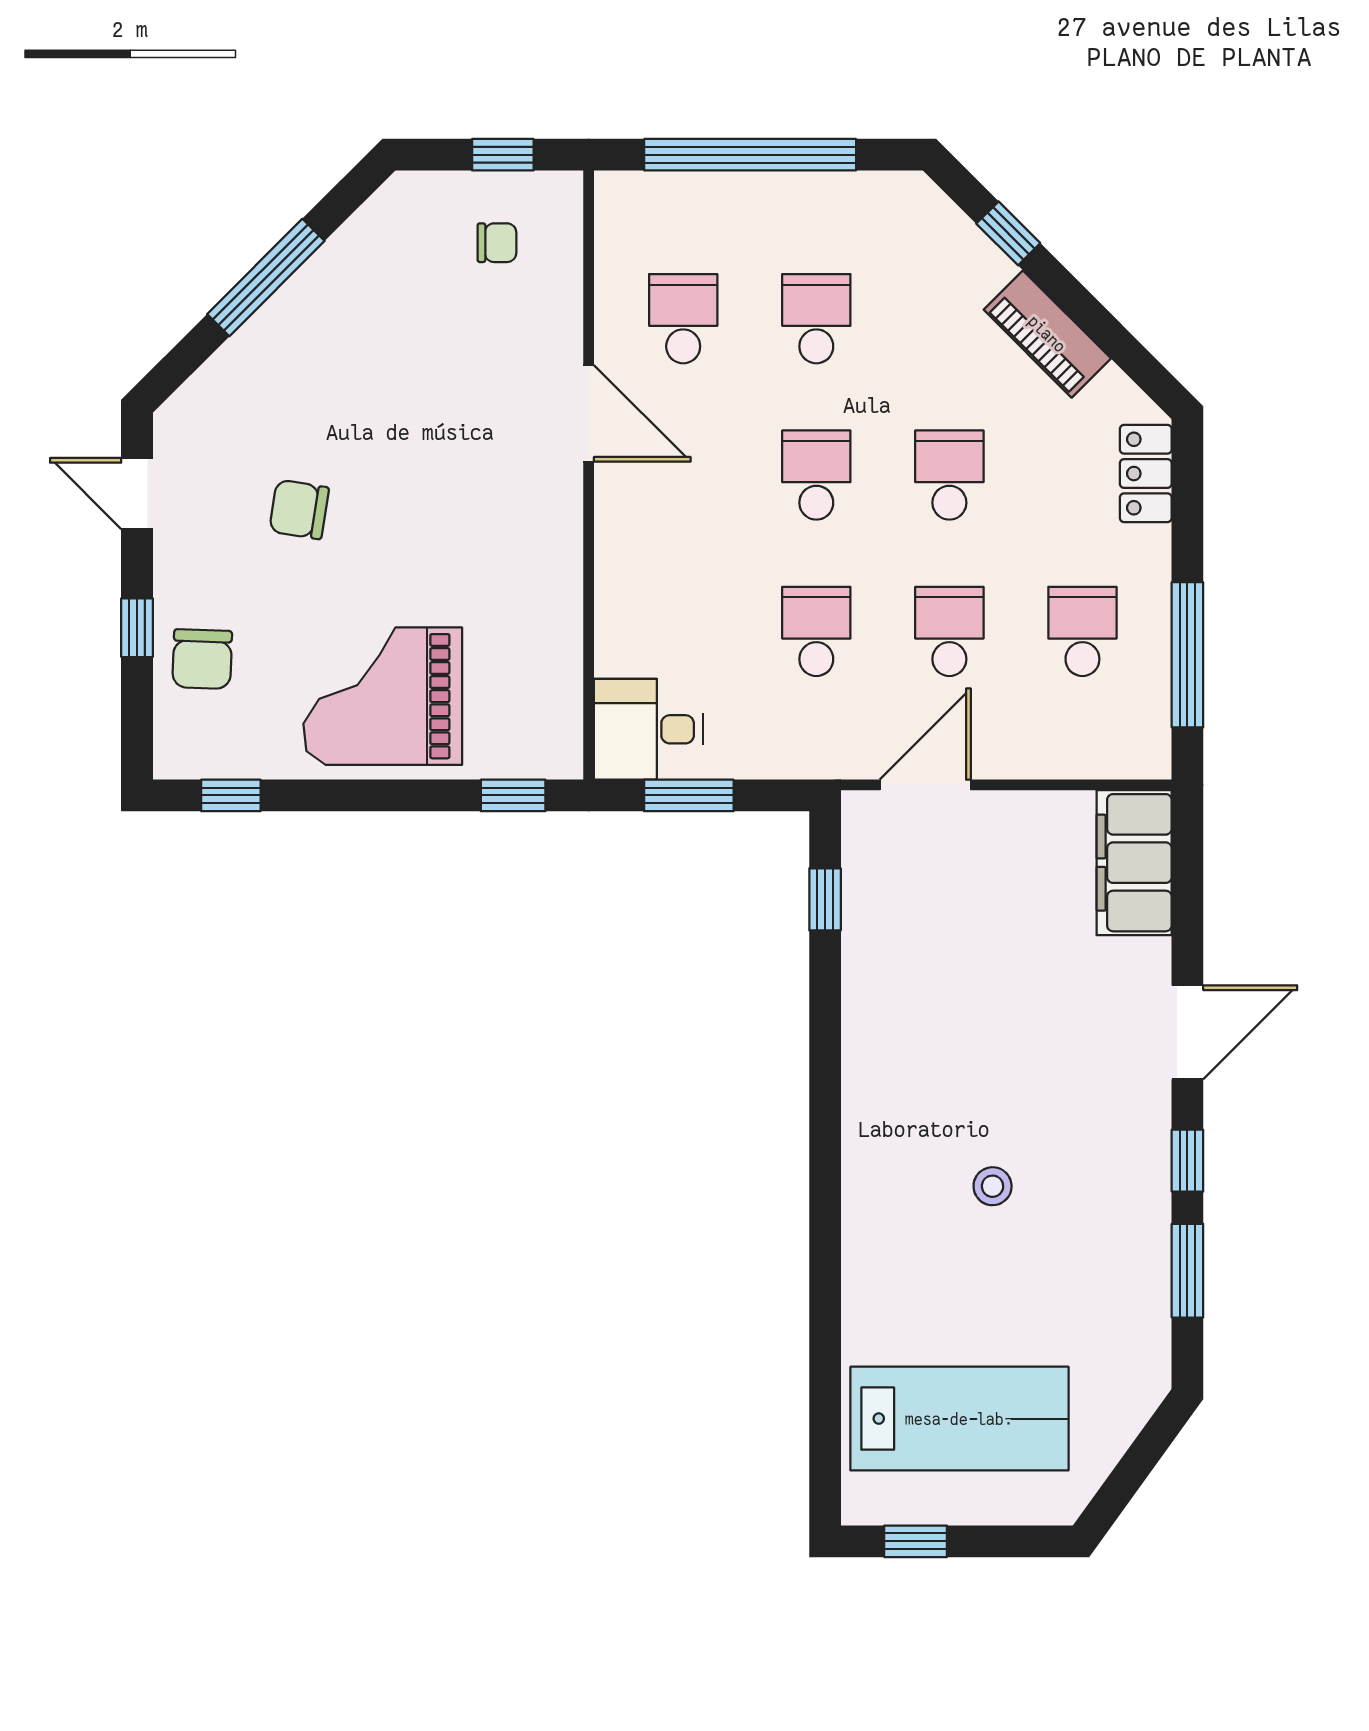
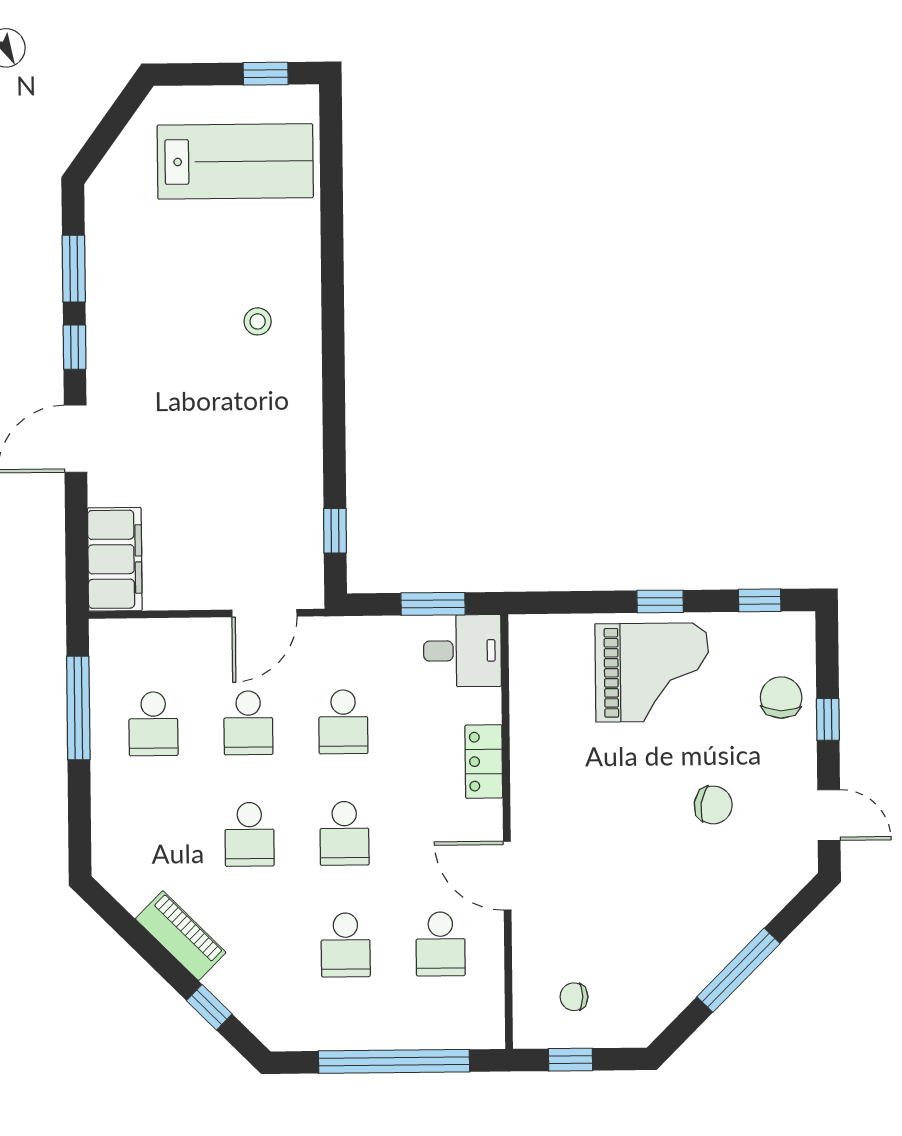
locker: (1146, 474) -> (484, 762), moved, turned 180
window: (513, 795) -> (660, 601), moved
stool: (993, 1186) -> (258, 321), moved
lab bench: (959, 1419) -> (235, 161), turned 180

